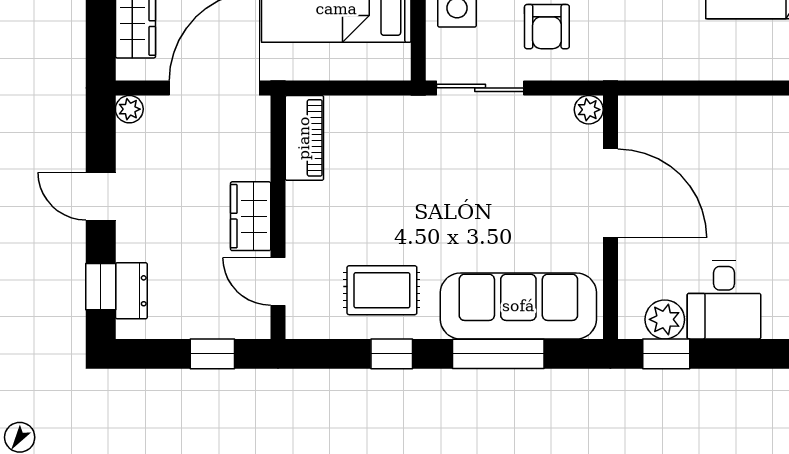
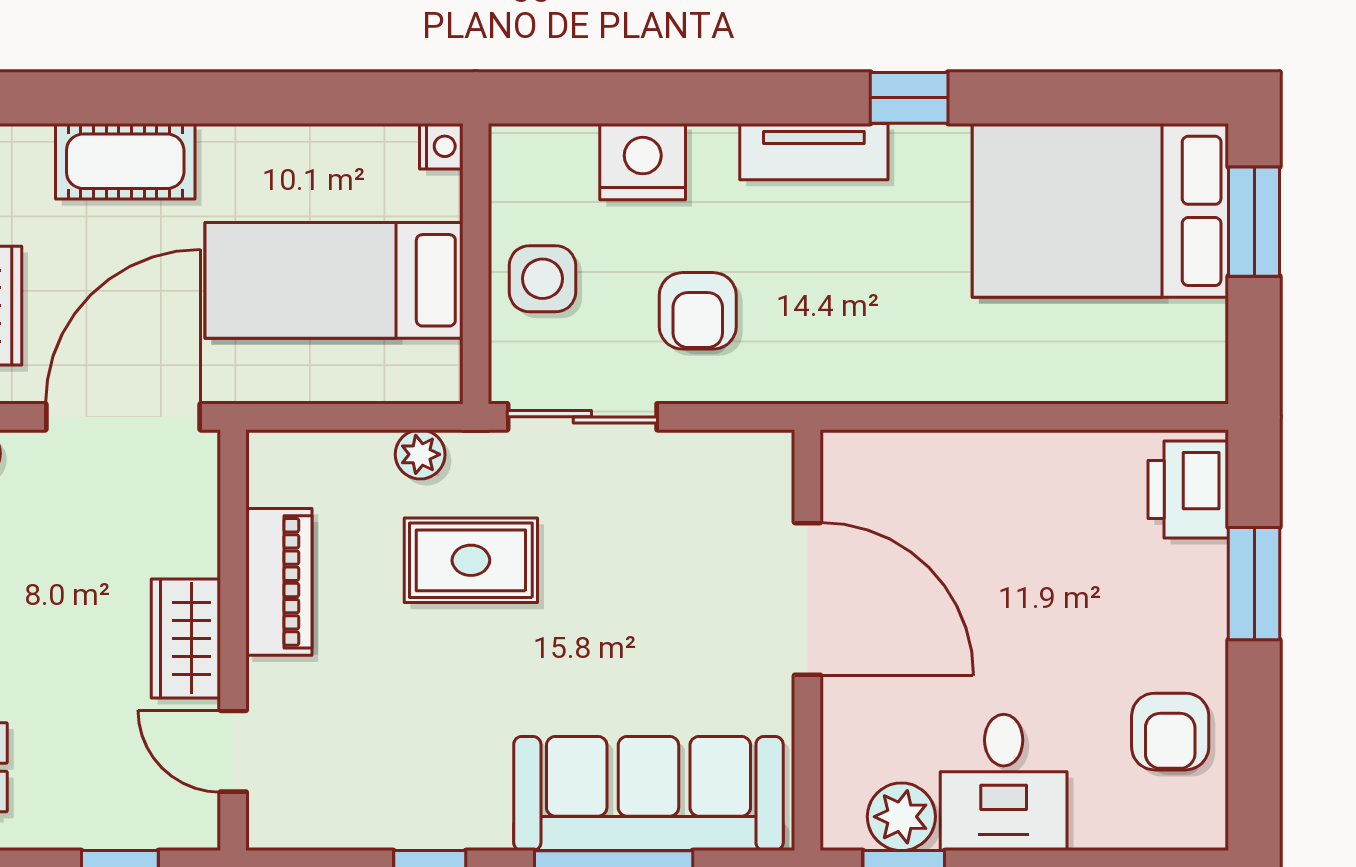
plant: (589, 110) -> (420, 454), moved
piano: (304, 138) -> (279, 582), moved
rug: (382, 290) -> (471, 560), moved

